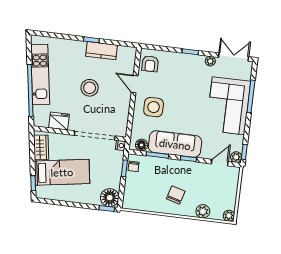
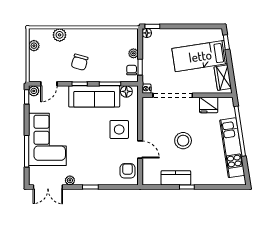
plant: (130, 183) -> (133, 53), added
chair: (176, 195) -> (80, 62), moved
floor lamp: (110, 198) -> (147, 33), width x0.53, depth x0.53
plant: (229, 216) -> (34, 46), moved

